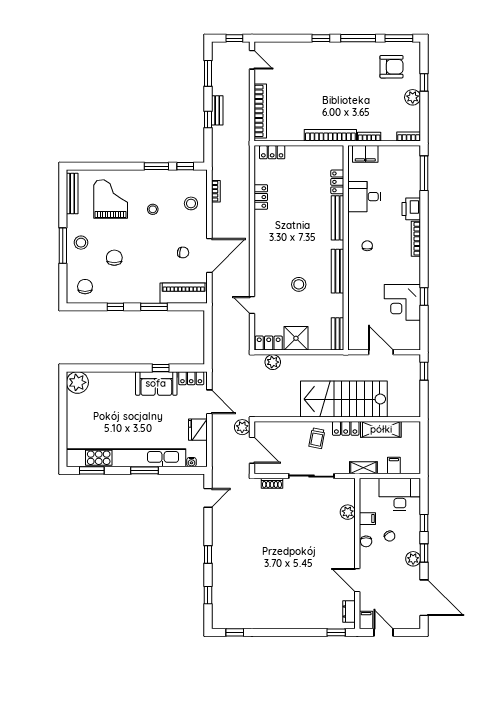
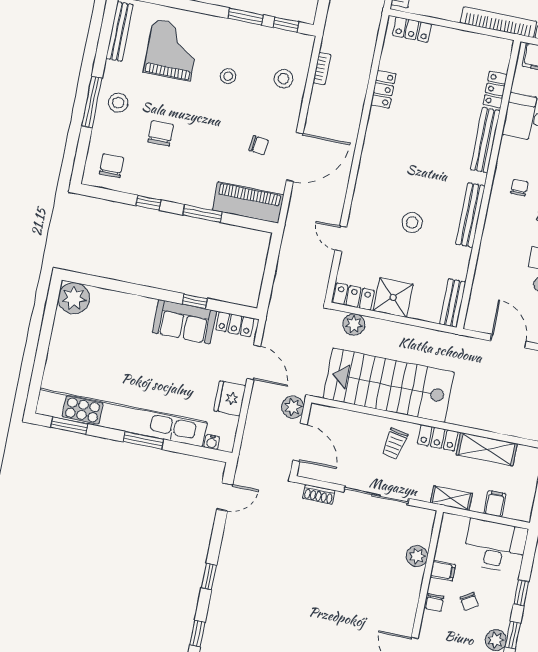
stairs: (344, 399) -> (389, 385), moved

